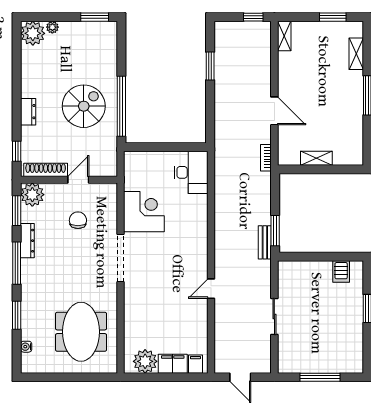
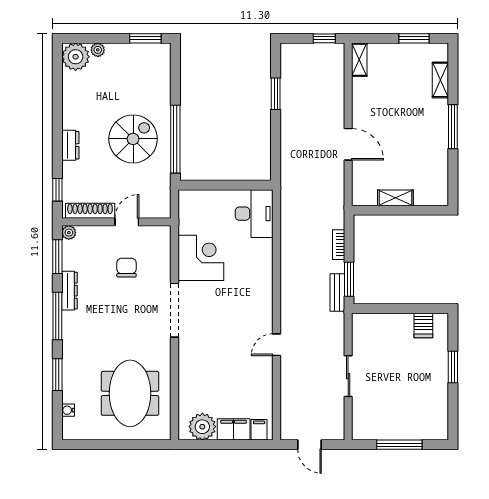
bookcase: (266, 158) -> (339, 245), moved
plant: (32, 195) -> (69, 233), width x0.53, depth x0.53

